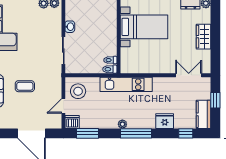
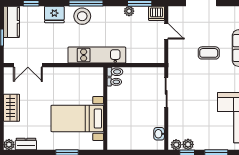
washbasin: (70, 27) -> (159, 134), moved
stool: (78, 91) -> (82, 16), moved
door: (63, 106) -> (166, 31), hinge flipped
plant: (122, 124) -> (129, 11), moved

